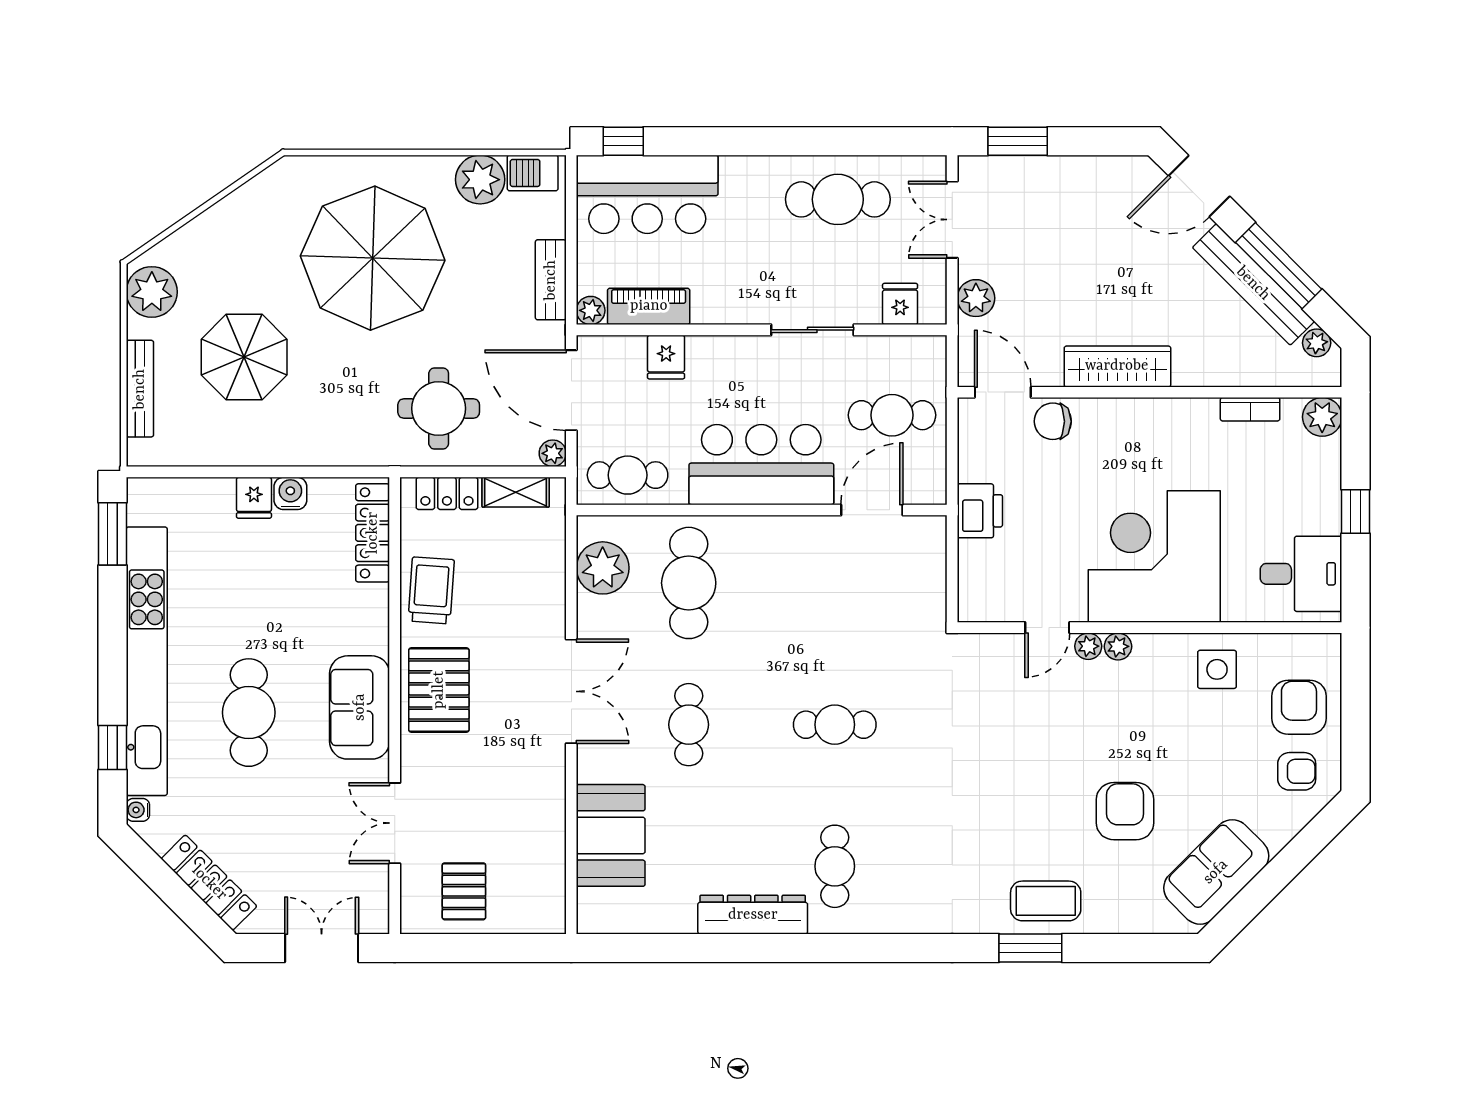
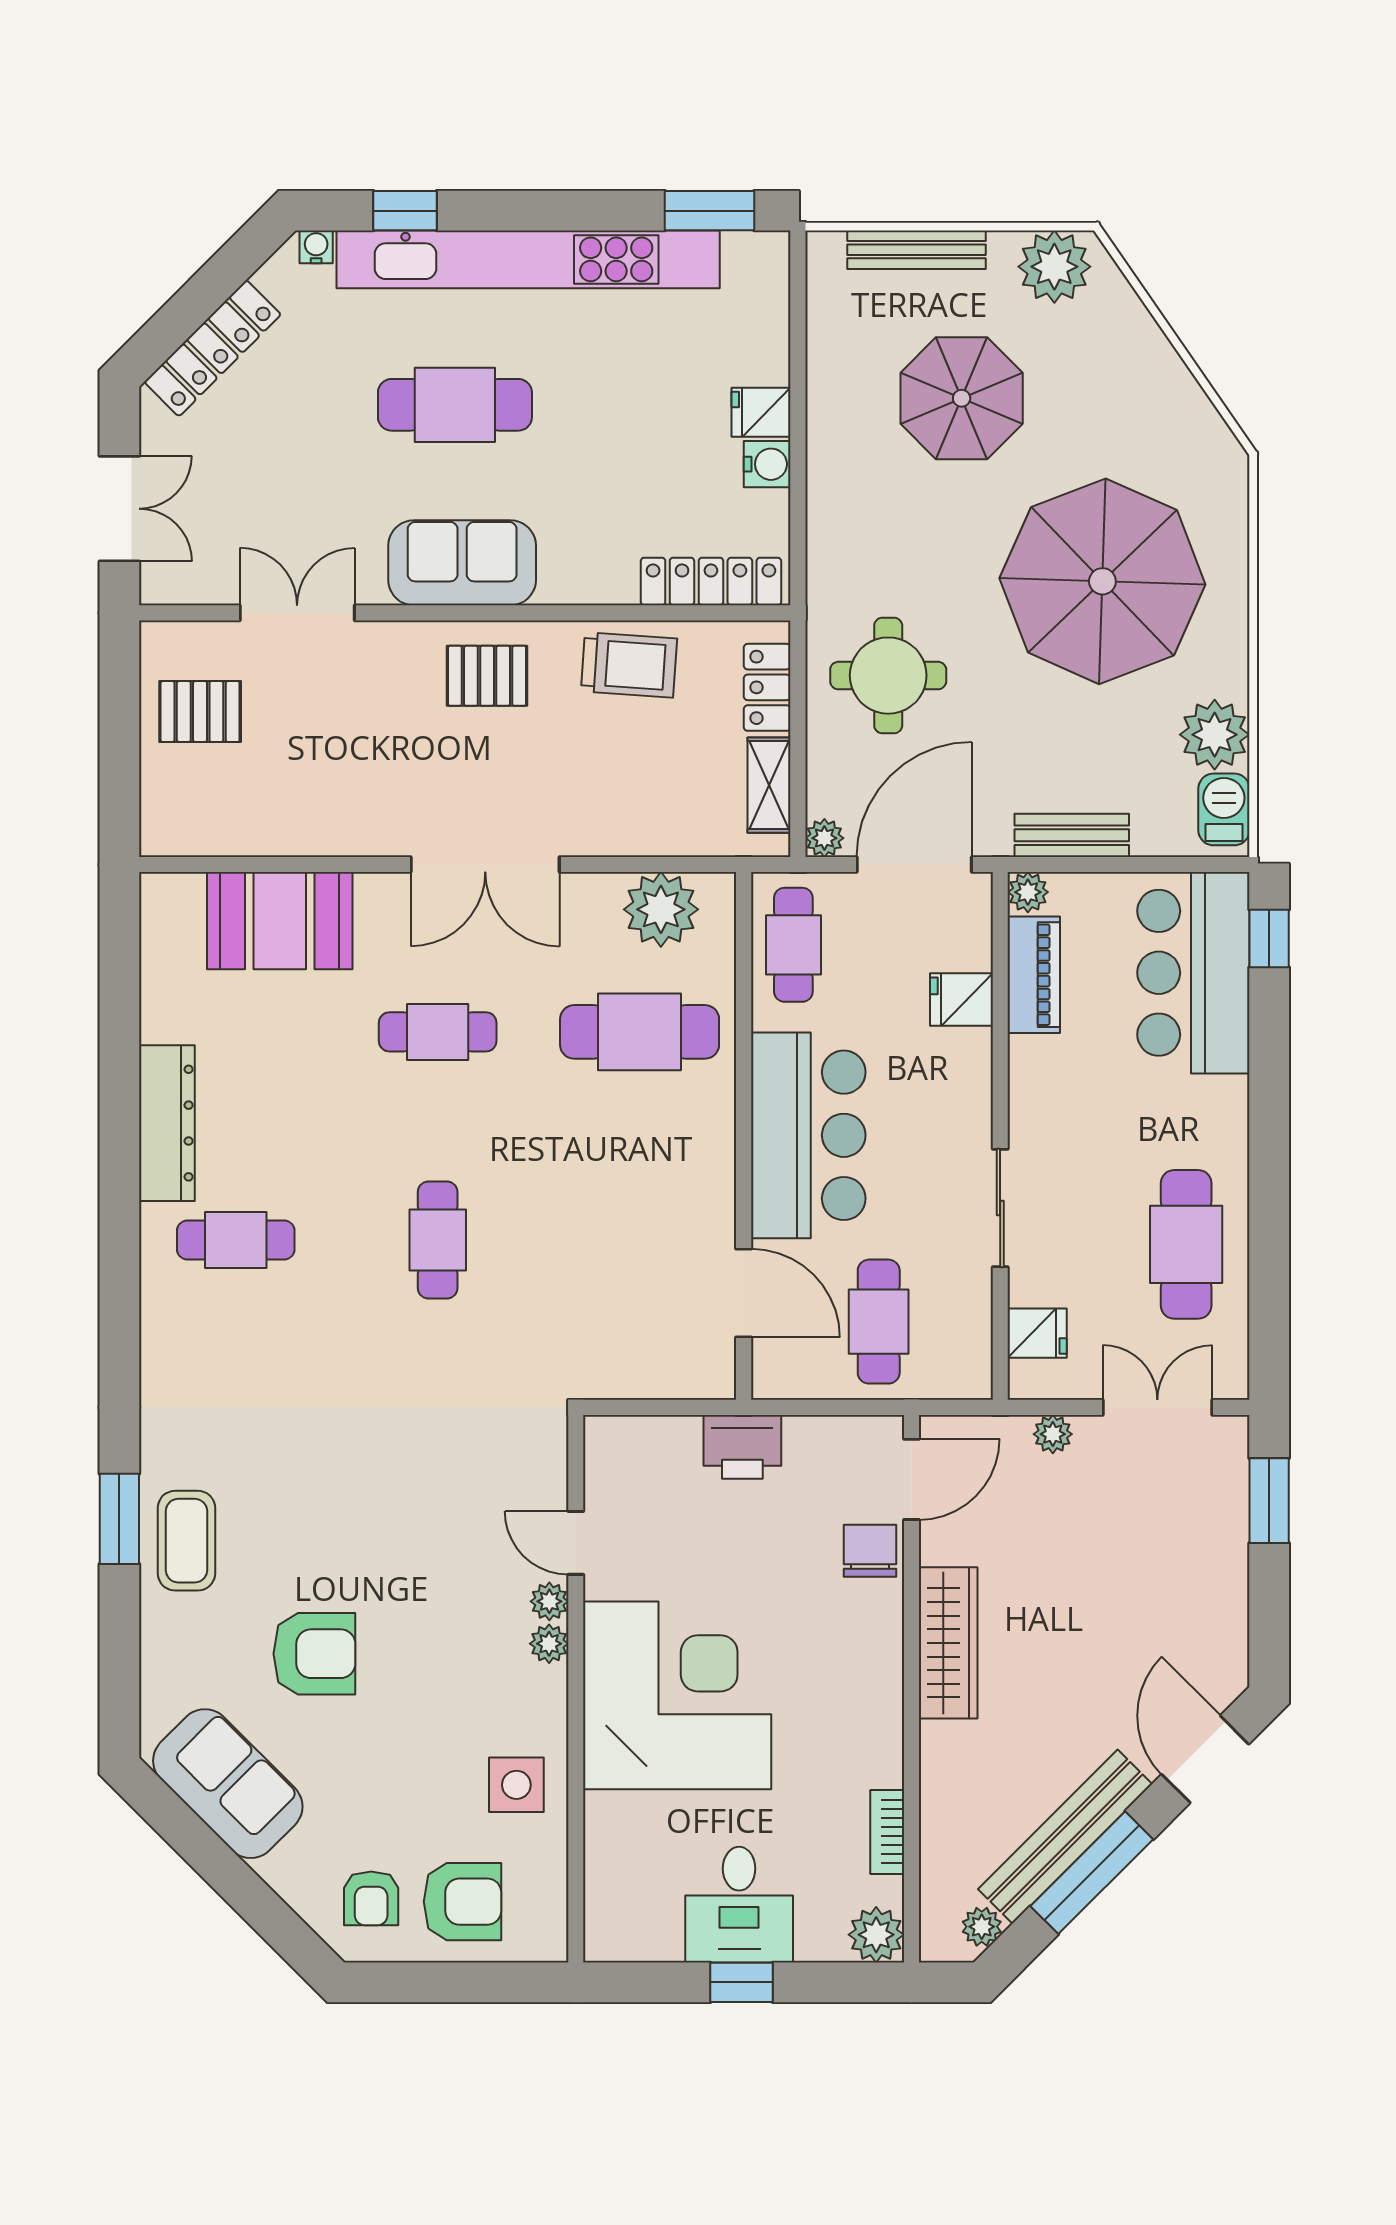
plant: (976, 298) -> (1053, 1434), width x0.73, depth x0.73
desk: (1301, 574) -> (739, 1905), moved
pallet: (439, 690) -> (487, 676), width x0.67, depth x0.71

